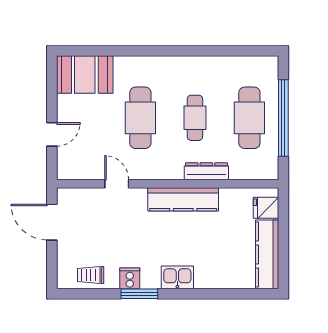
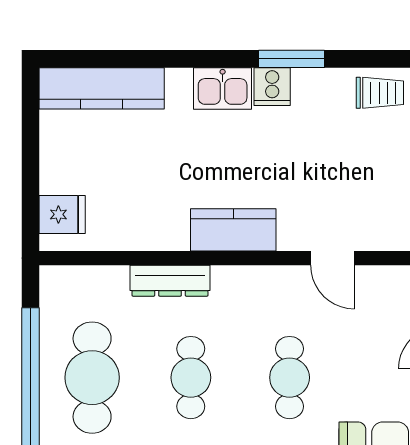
cafe table: (140, 118) -> (290, 378), width x0.73, depth x0.74
kitchen counter: (183, 199) -> (233, 230), width x0.67
kitchen counter: (267, 254) -> (102, 88), moved, turned 90
cooker: (130, 278) -> (272, 87), moved

